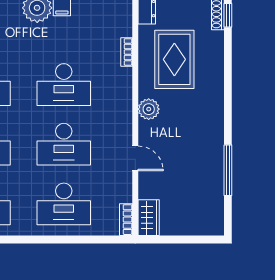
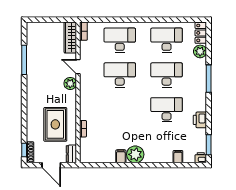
desk: (64, 85) -> (120, 110), removed
plant: (149, 109) -> (70, 83), moved
wardrobe: (149, 218) -> (70, 37), width x1.50

